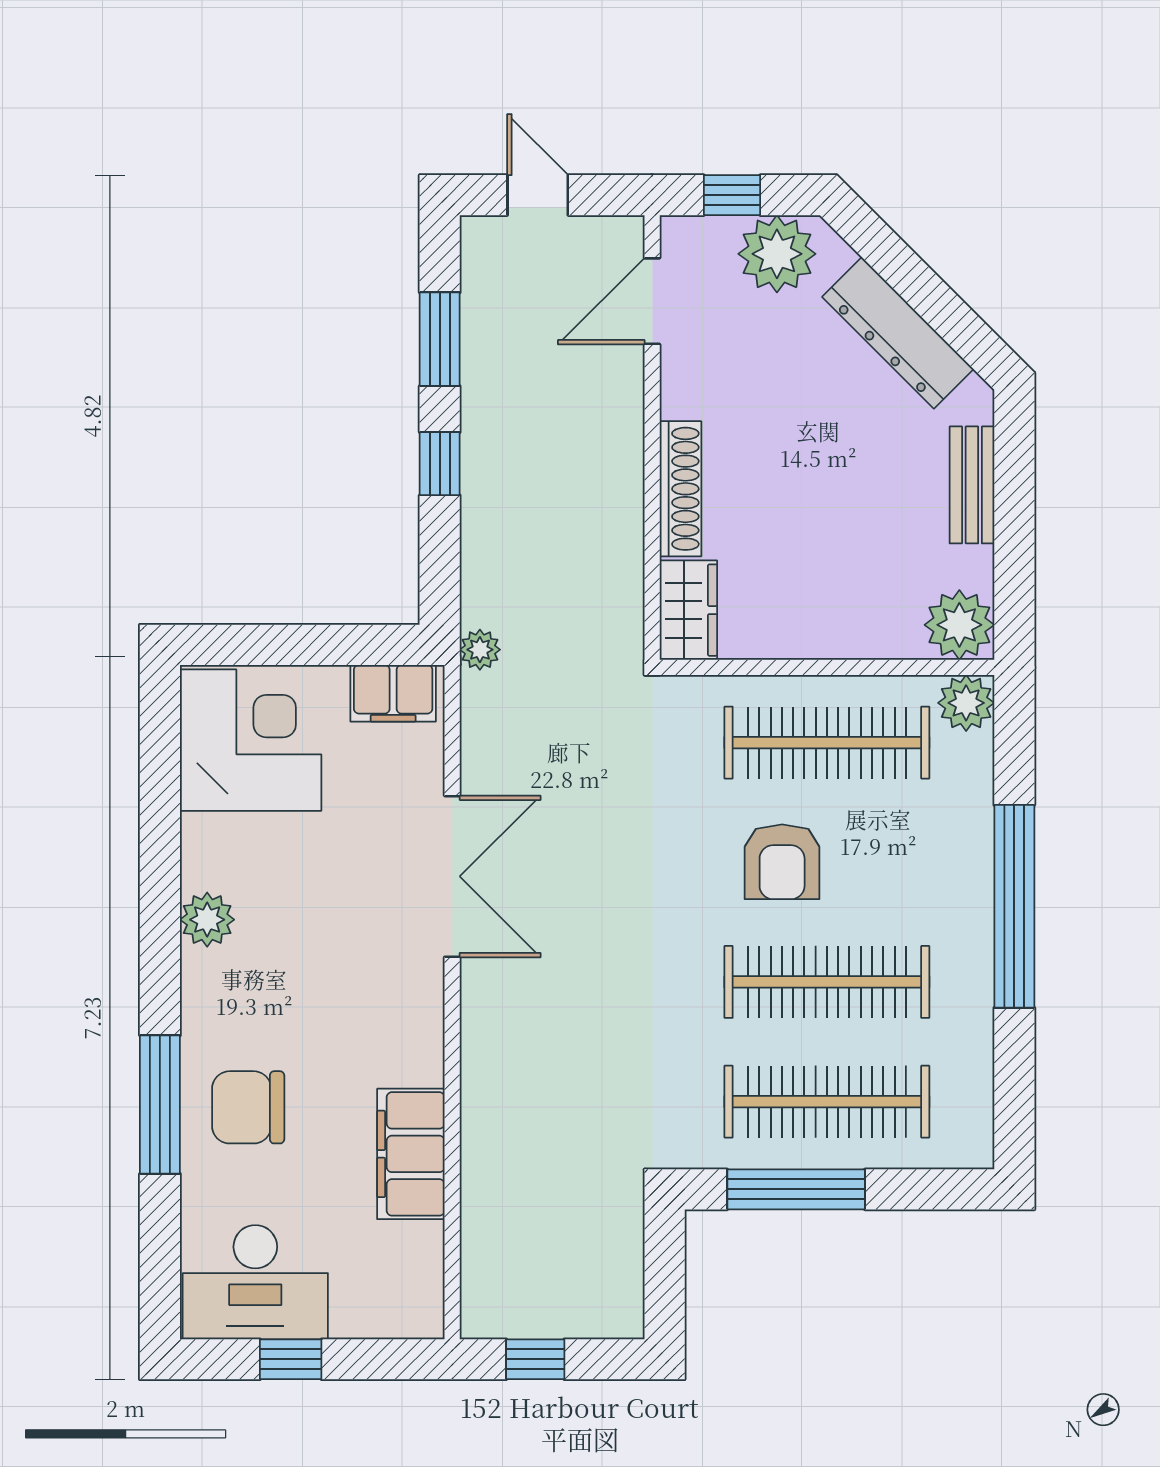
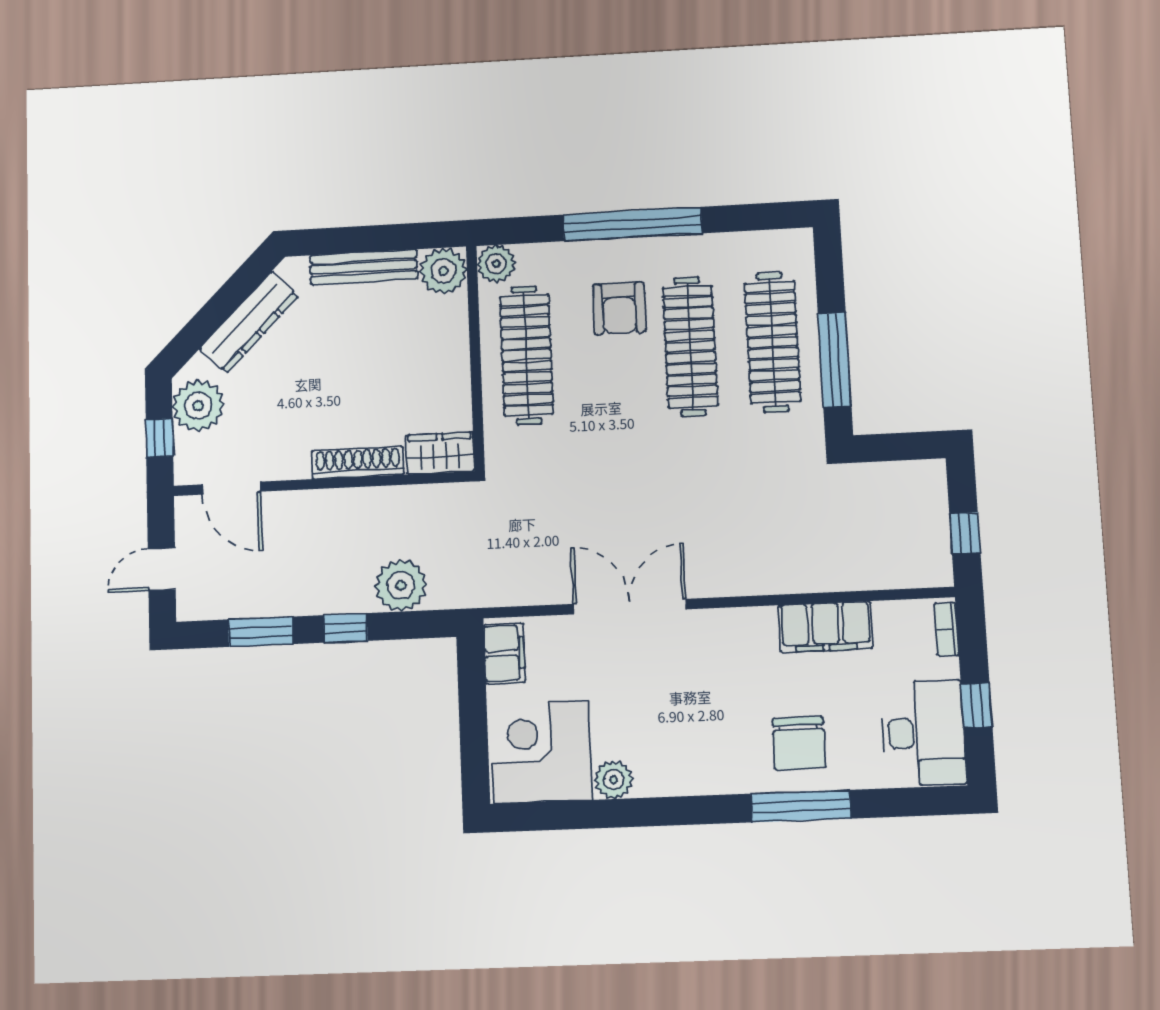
bench: (972, 485) -> (364, 267), width x1.36
plant: (480, 650) -> (401, 585), moved, width x1.87, depth x1.87
armchair: (782, 862) -> (619, 308), moved, turned 90
plant: (207, 920) -> (614, 780), moved
bookcase: (400, 1324) -> (946, 629), added

